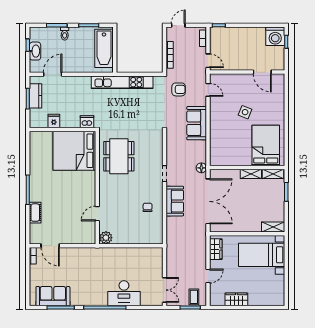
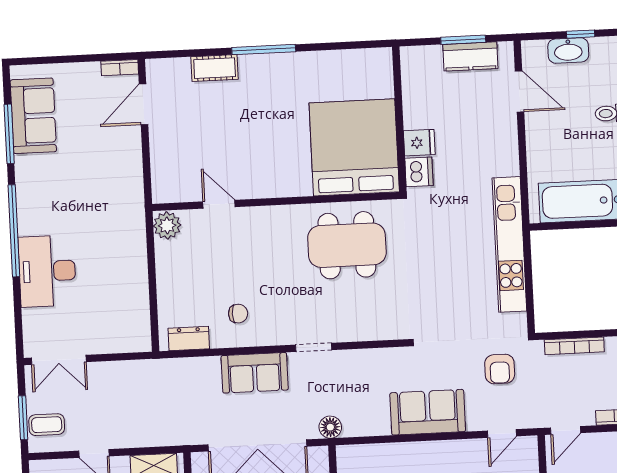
fridge: (54, 121) -> (419, 143), moved
dresser: (158, 230) -> (189, 339), added

